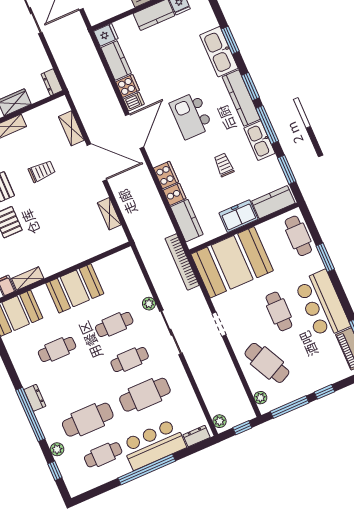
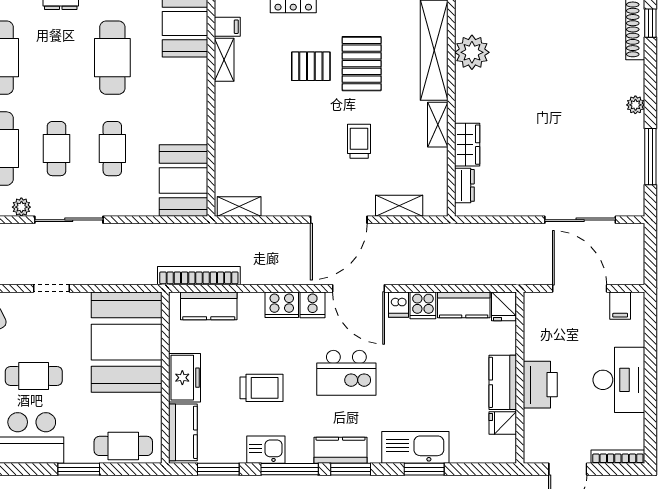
dresser: (52, 82) -> (464, 185), moved, turned 90
kitchen counter: (241, 98) -> (341, 450), width x0.67
kitchen island: (191, 116) -> (346, 373), turned 180
kitchen sink: (260, 141) -> (266, 450), width x0.73
trolley: (224, 165) -> (262, 388), width x1.36, depth x1.39
trolley: (42, 171) -> (359, 141), turned 180
cooker: (174, 194) -> (313, 305), moved
shelving: (109, 214) -> (239, 207), moved
bookcase: (182, 262) -> (199, 276), moved
booth: (75, 288) -> (184, 181), moved
plant: (149, 304) -> (21, 207), moved
cafe table: (57, 349) -> (112, 58), width x1.37, depth x1.35

